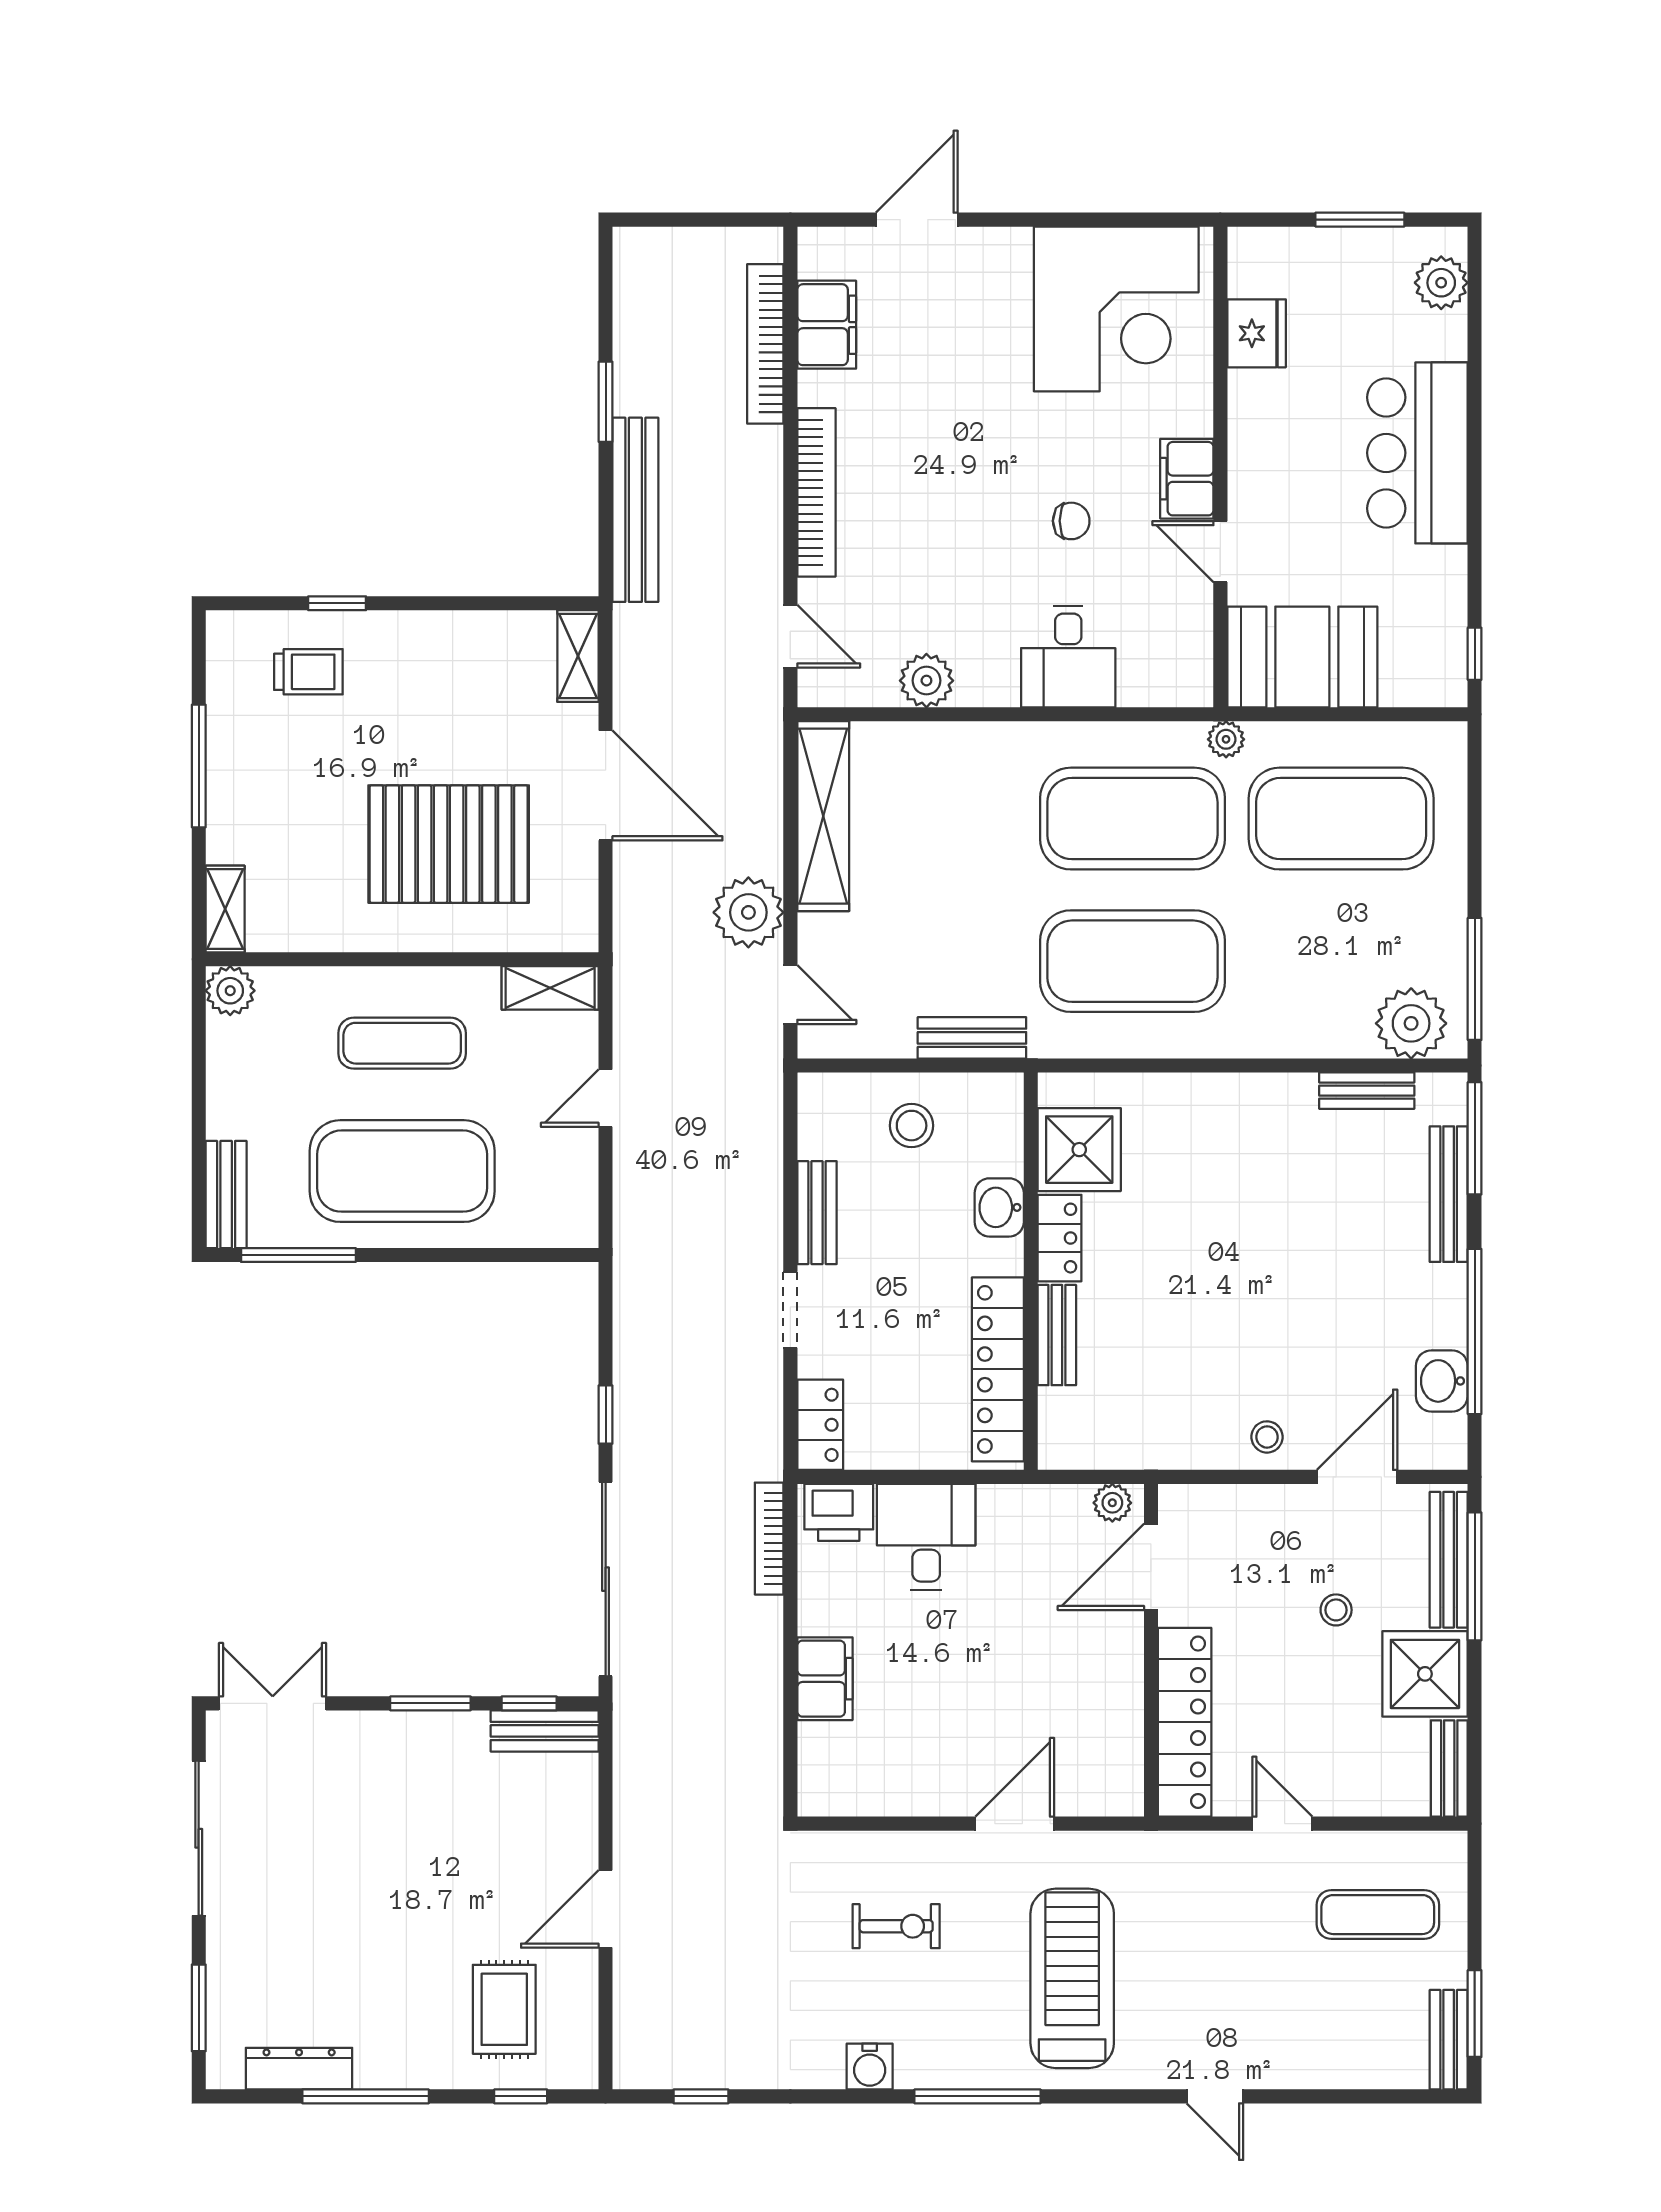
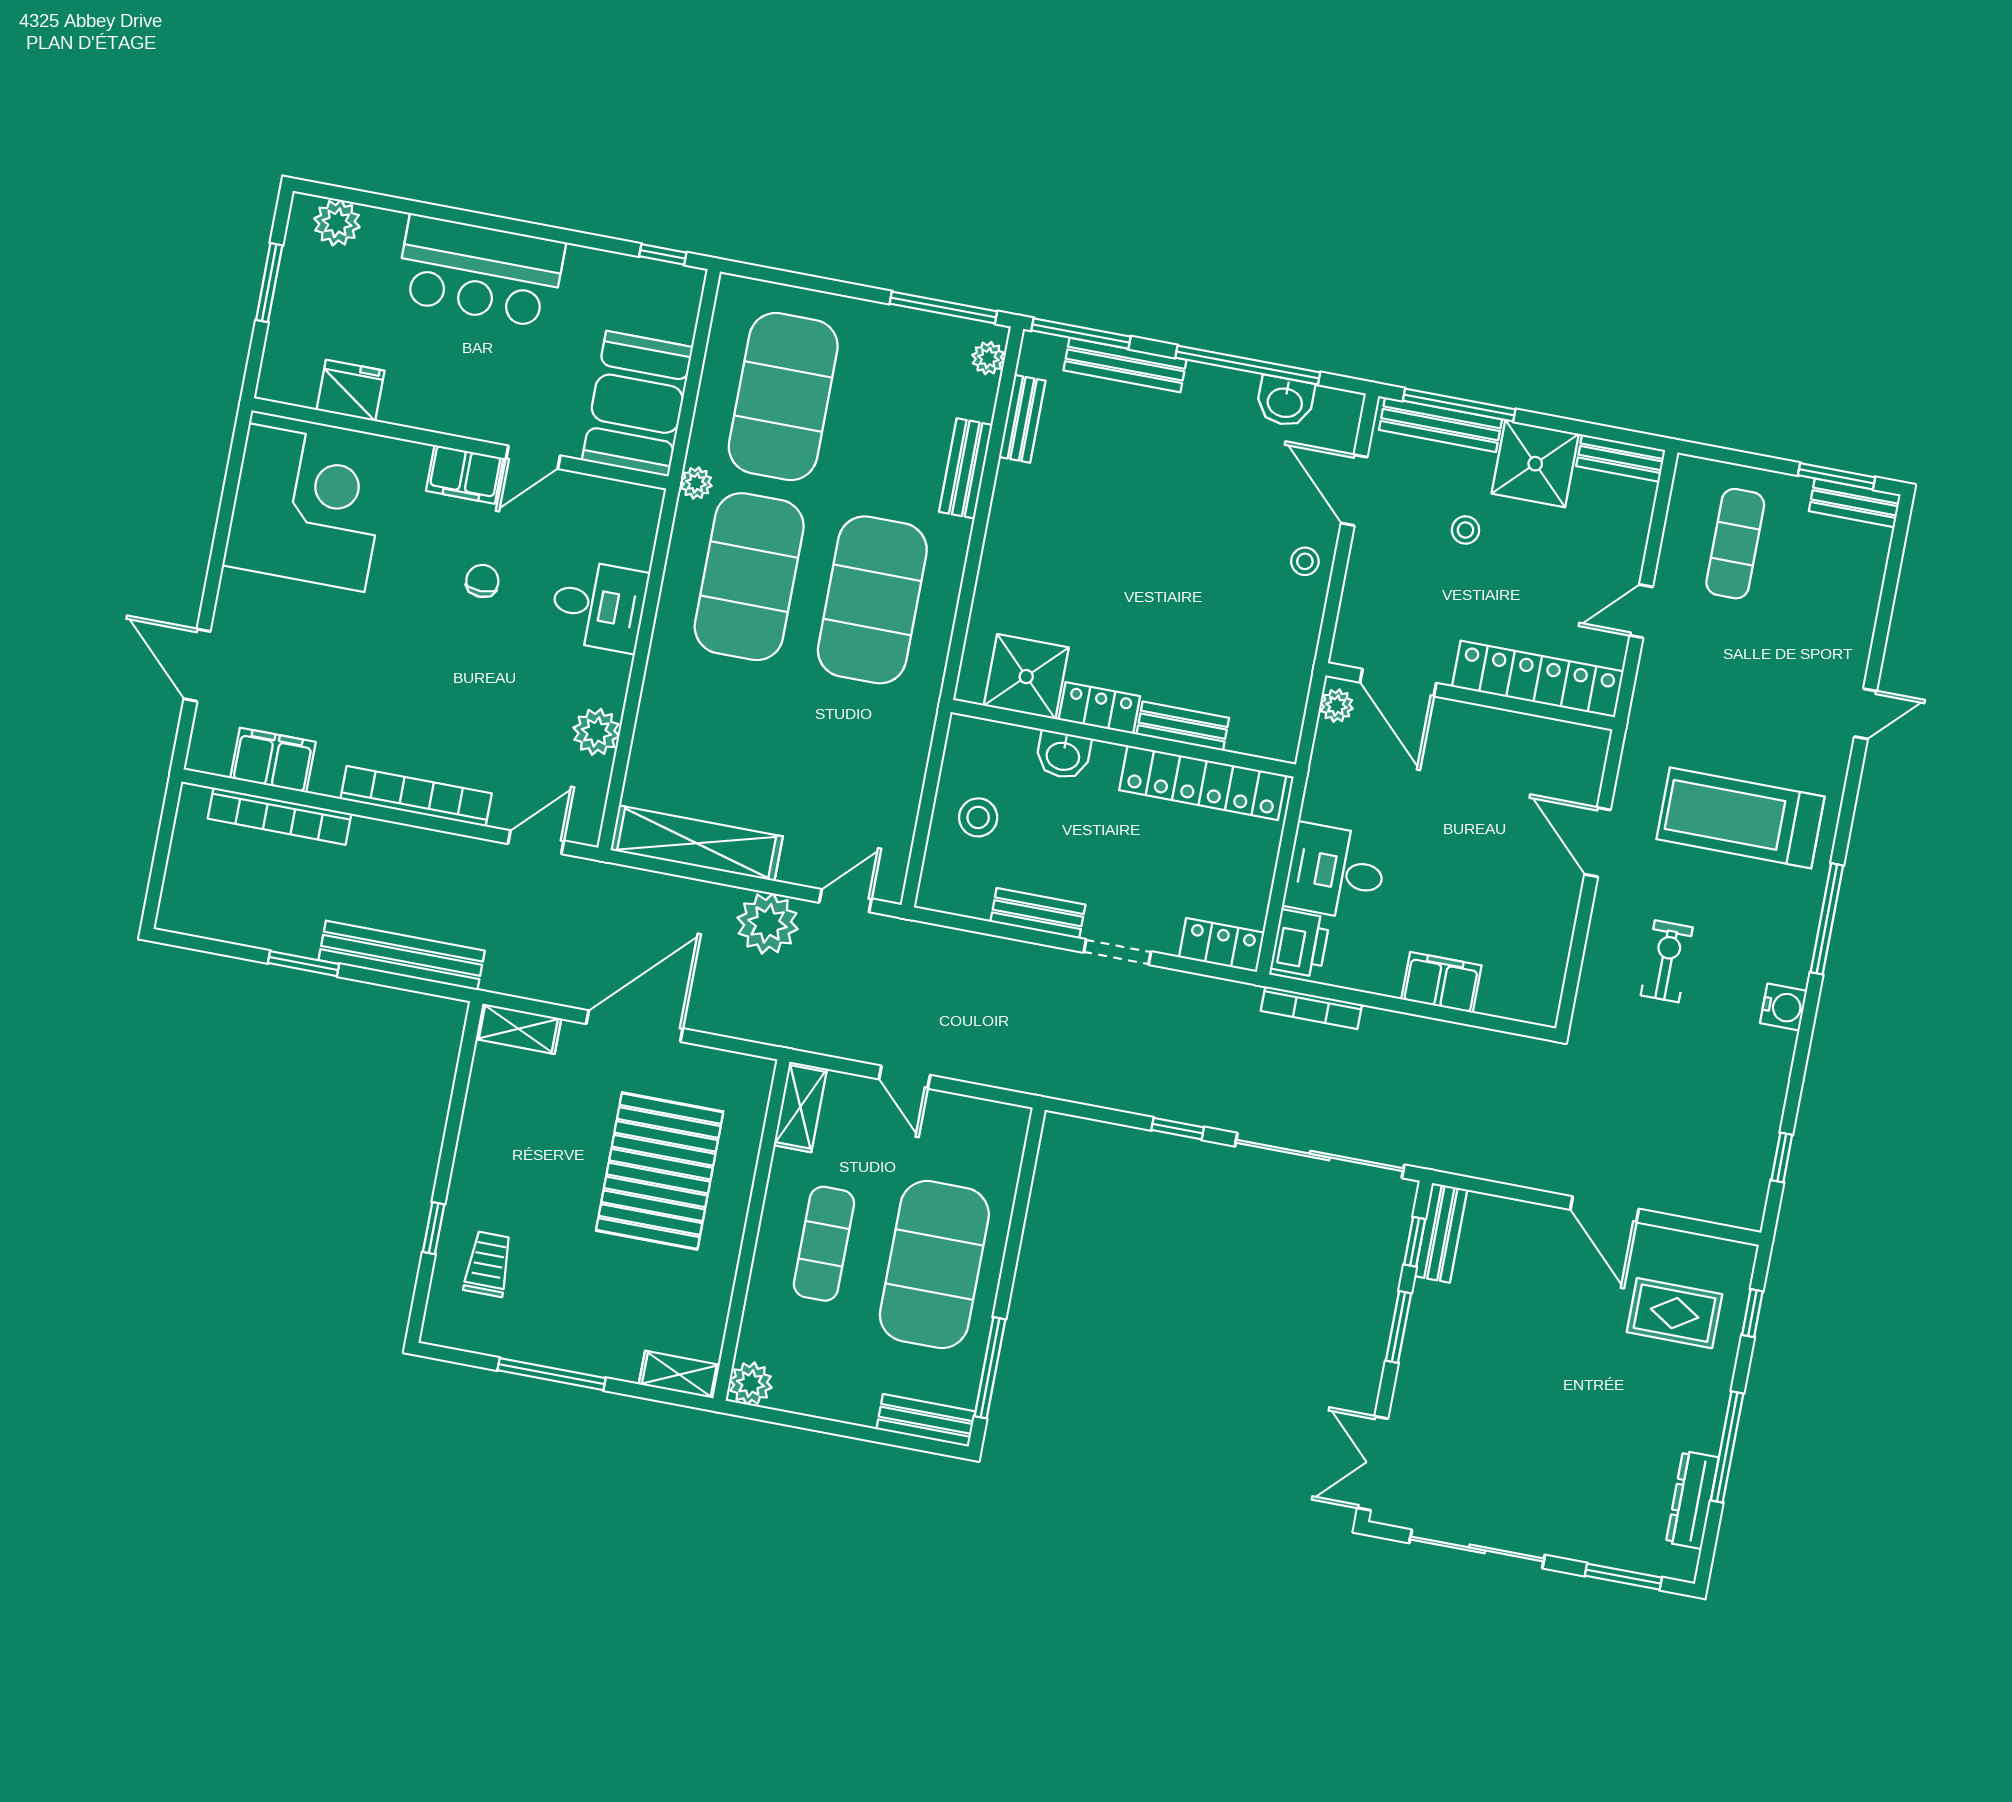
plant: (1411, 1023) -> (988, 358), width x0.53, depth x0.53
bench: (972, 1038) -> (966, 468), moved

